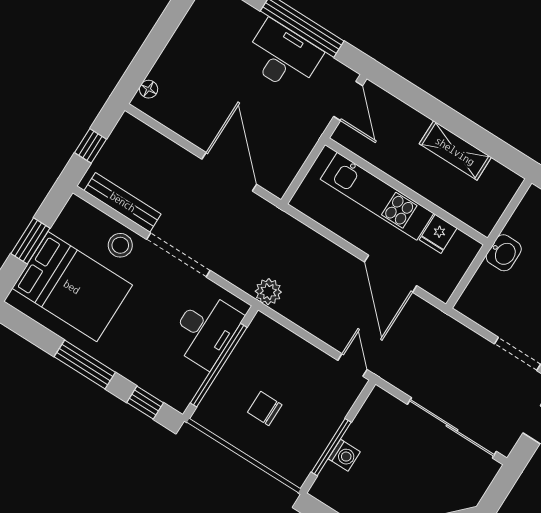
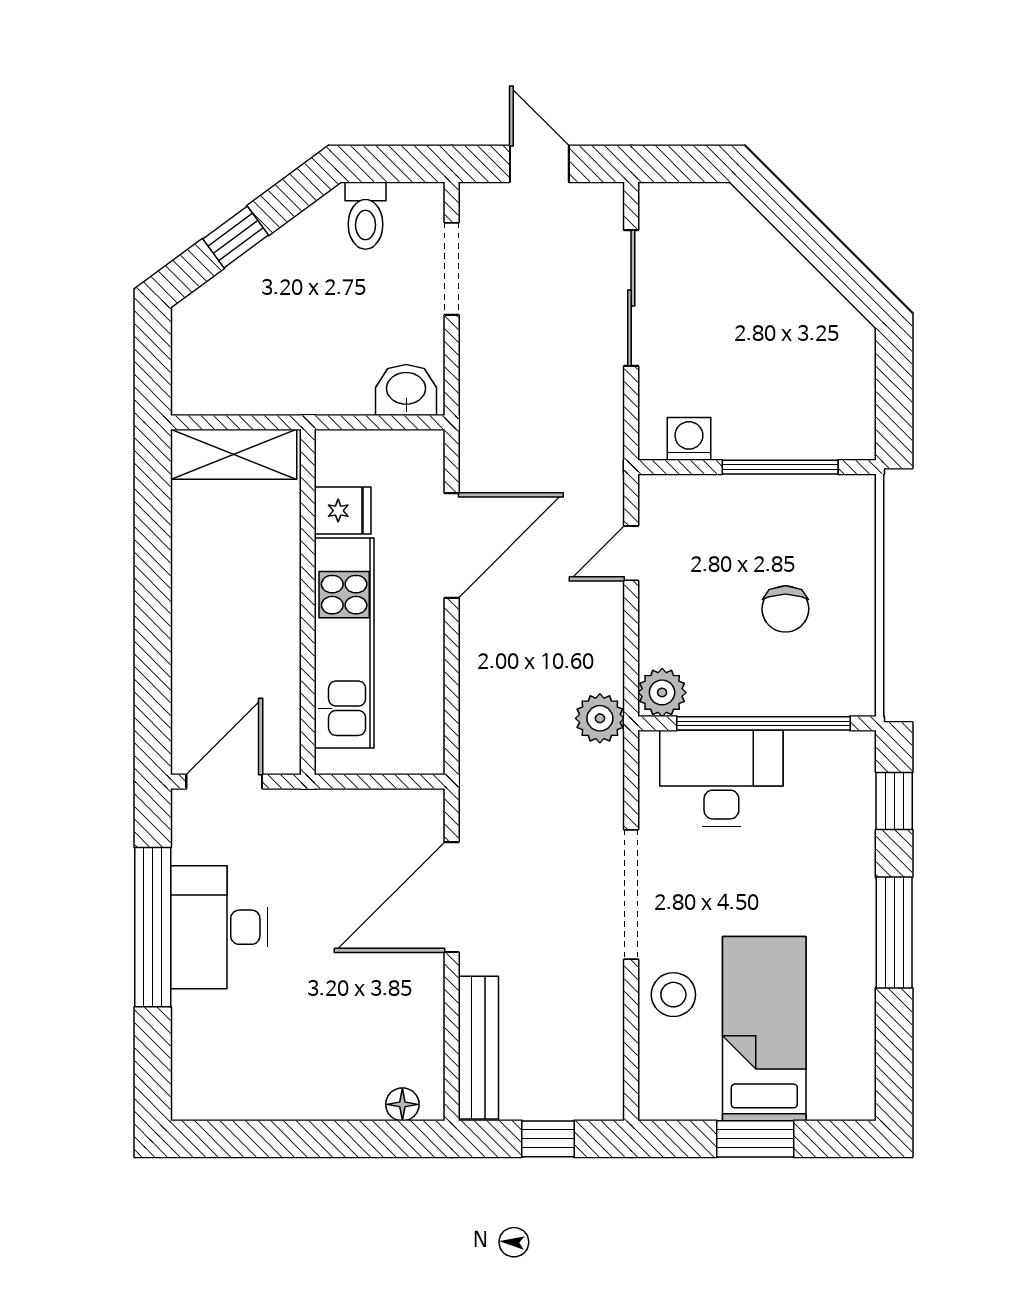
shelving: (455, 151) -> (234, 454), moved, turned 90
bench: (123, 202) -> (478, 1048), moved
washbasin: (504, 253) -> (406, 390), moved
bed: (72, 287) -> (764, 1029), width x0.67
plant: (262, 328) -> (662, 692), added
door: (352, 365) -> (631, 553), moved
sliding door: (452, 428) -> (631, 298), width x0.73
washing machine: (344, 455) -> (689, 439), moved

